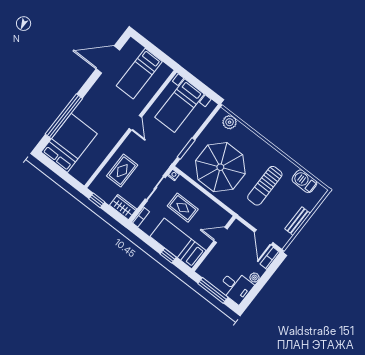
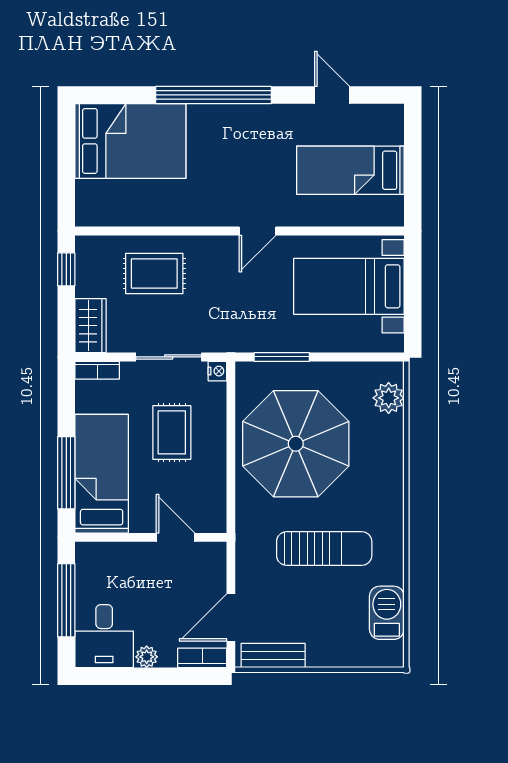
door: (108, 60) -> (332, 95), width x0.53
window: (64, 116) -> (214, 95), moved
sun lounger: (265, 186) -> (324, 549), turned 180
bench: (298, 221) -> (273, 656), moved
window: (168, 256) -> (66, 473), width x2.17

